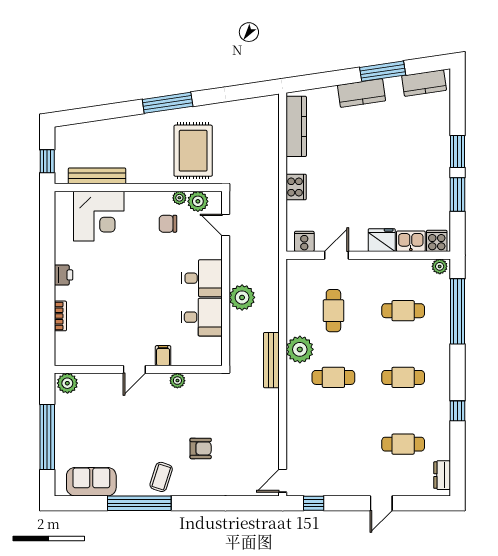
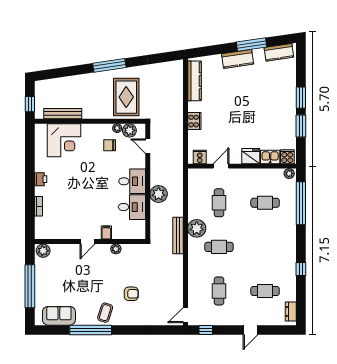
cafe table: (403, 377) -> (219, 291), moved, turned 90

